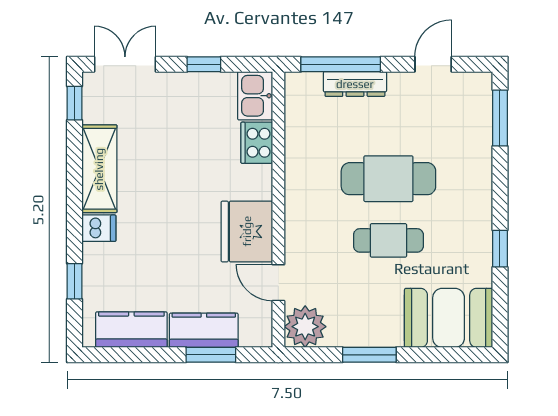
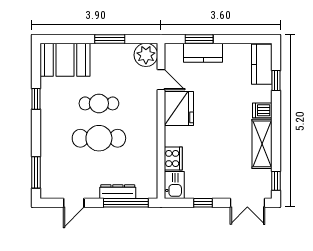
kitchen counter: (131, 330) -> (262, 64), moved, turned 90

